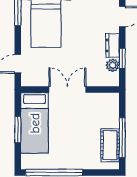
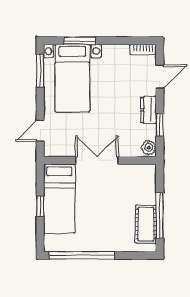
plant: (113, 65) -> (149, 148), moved
window: (18, 130) -> (40, 206), width x0.67

